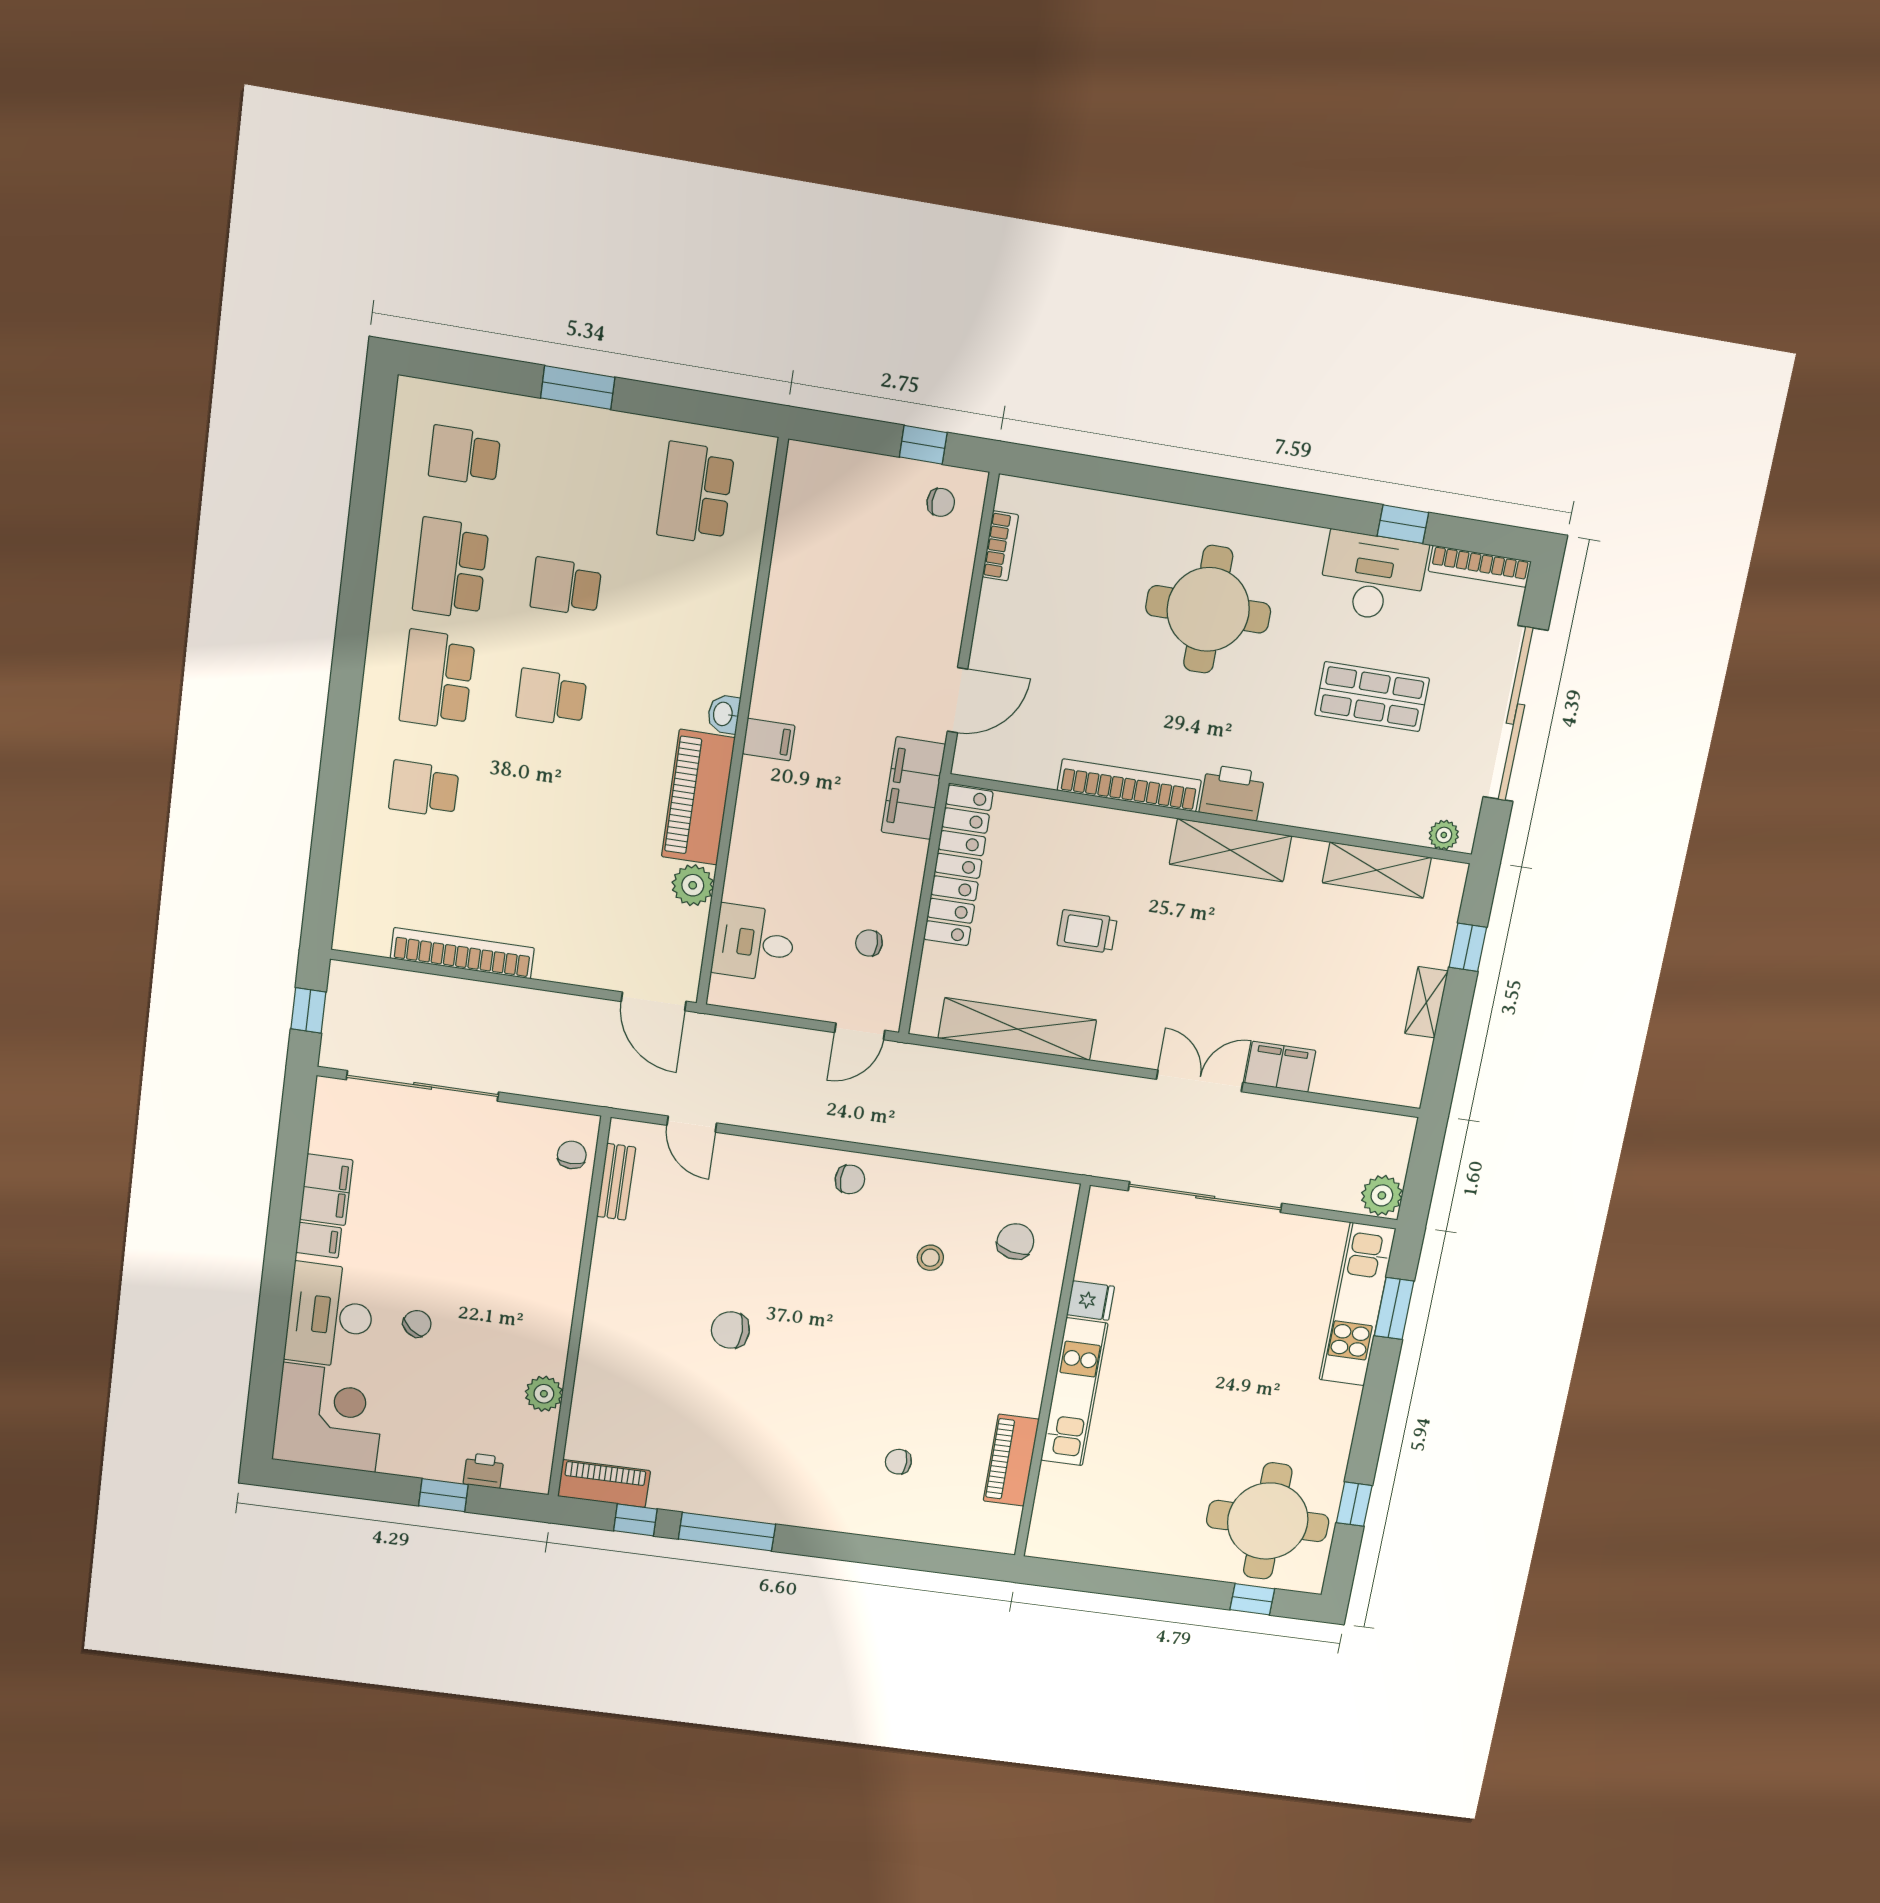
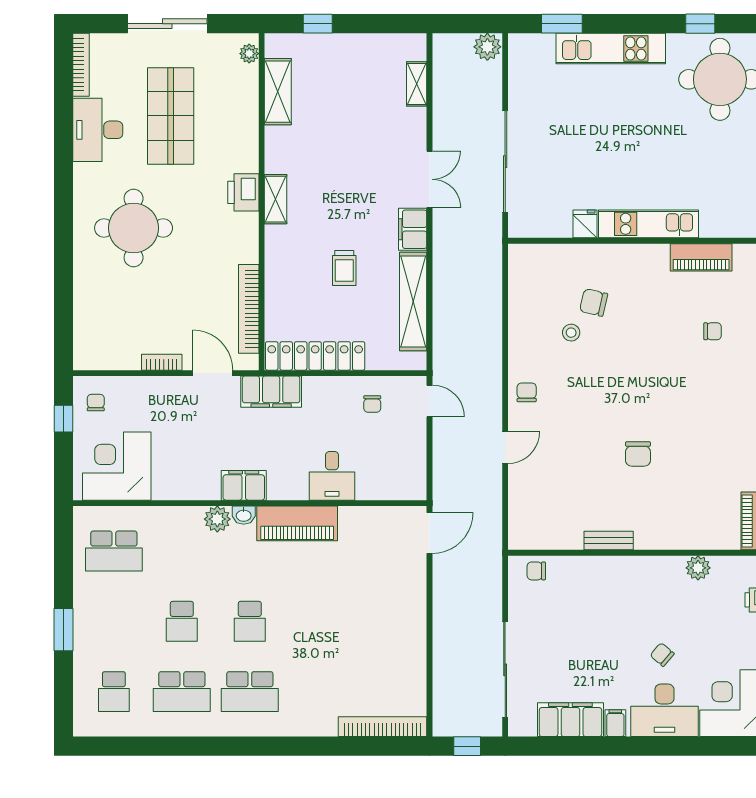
corner desk: (833, 520) -> (117, 466), added
window: (1403, 524) -> (64, 117), removed
bookcase: (1000, 546) -> (162, 362), moved
shop shelf: (1372, 697) -> (171, 116), width x1.43, depth x1.36
sliding door: (1515, 714) -> (167, 24), width x0.73
filing cabinet: (769, 740) -> (244, 485), width x2.00
bookcase: (1129, 785) -> (249, 309), moved
school desk: (424, 789) -> (318, 692), removed
shelving: (1231, 850) -> (276, 199), width x0.67, depth x0.75
plant: (693, 885) -> (217, 519), moved
desk: (754, 943) -> (332, 476), moved
bookcase: (462, 953) -> (383, 727), moved, turned 90
shelving: (1426, 1002) -> (417, 84), moved, turned 90
filing cabinet: (1280, 1067) -> (413, 229), moved
double door: (1200, 1081) -> (429, 179), swing flipped
door: (692, 1124) -> (505, 448), moved
bench: (616, 1182) -> (609, 541), moved
filing cabinet: (326, 1190) -> (570, 720), width x1.50, depth x1.17
chair: (1015, 1241) -> (594, 302), moved
kitchen unit: (1357, 1304) -> (611, 49), moved
chair: (898, 1462) -> (712, 331), turned -90

